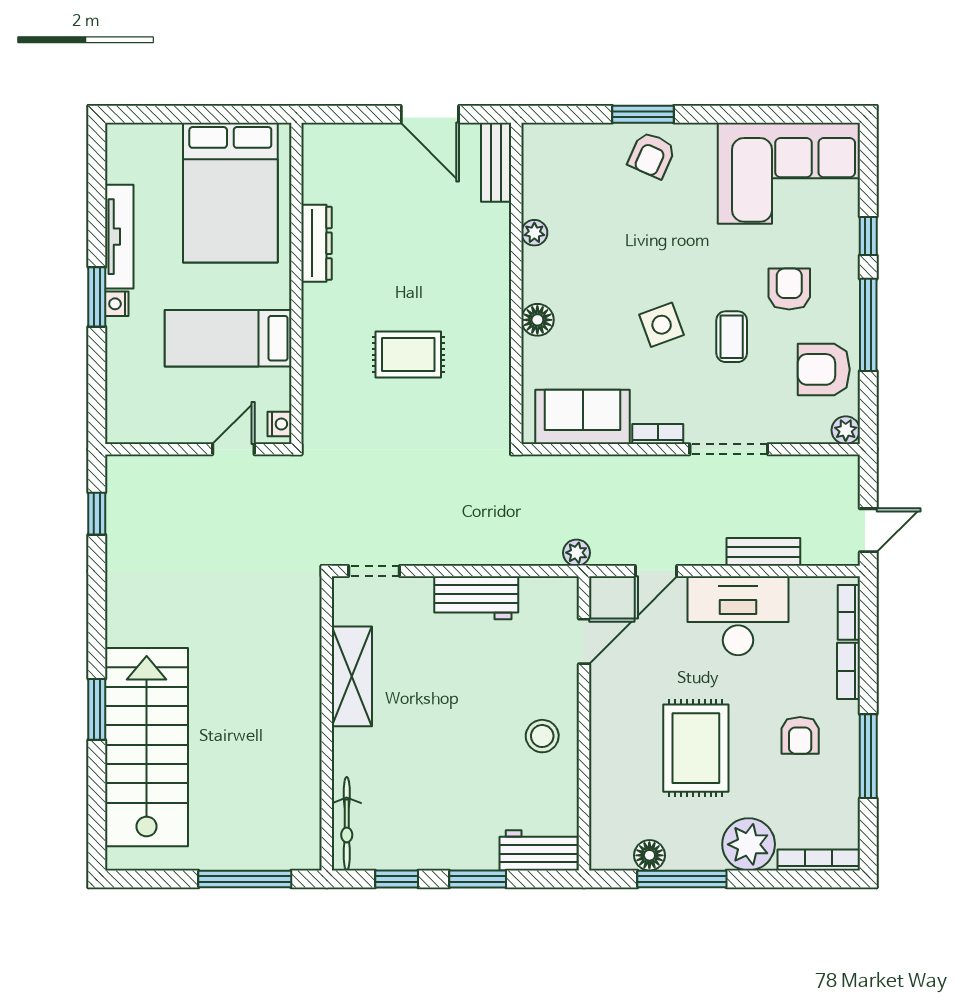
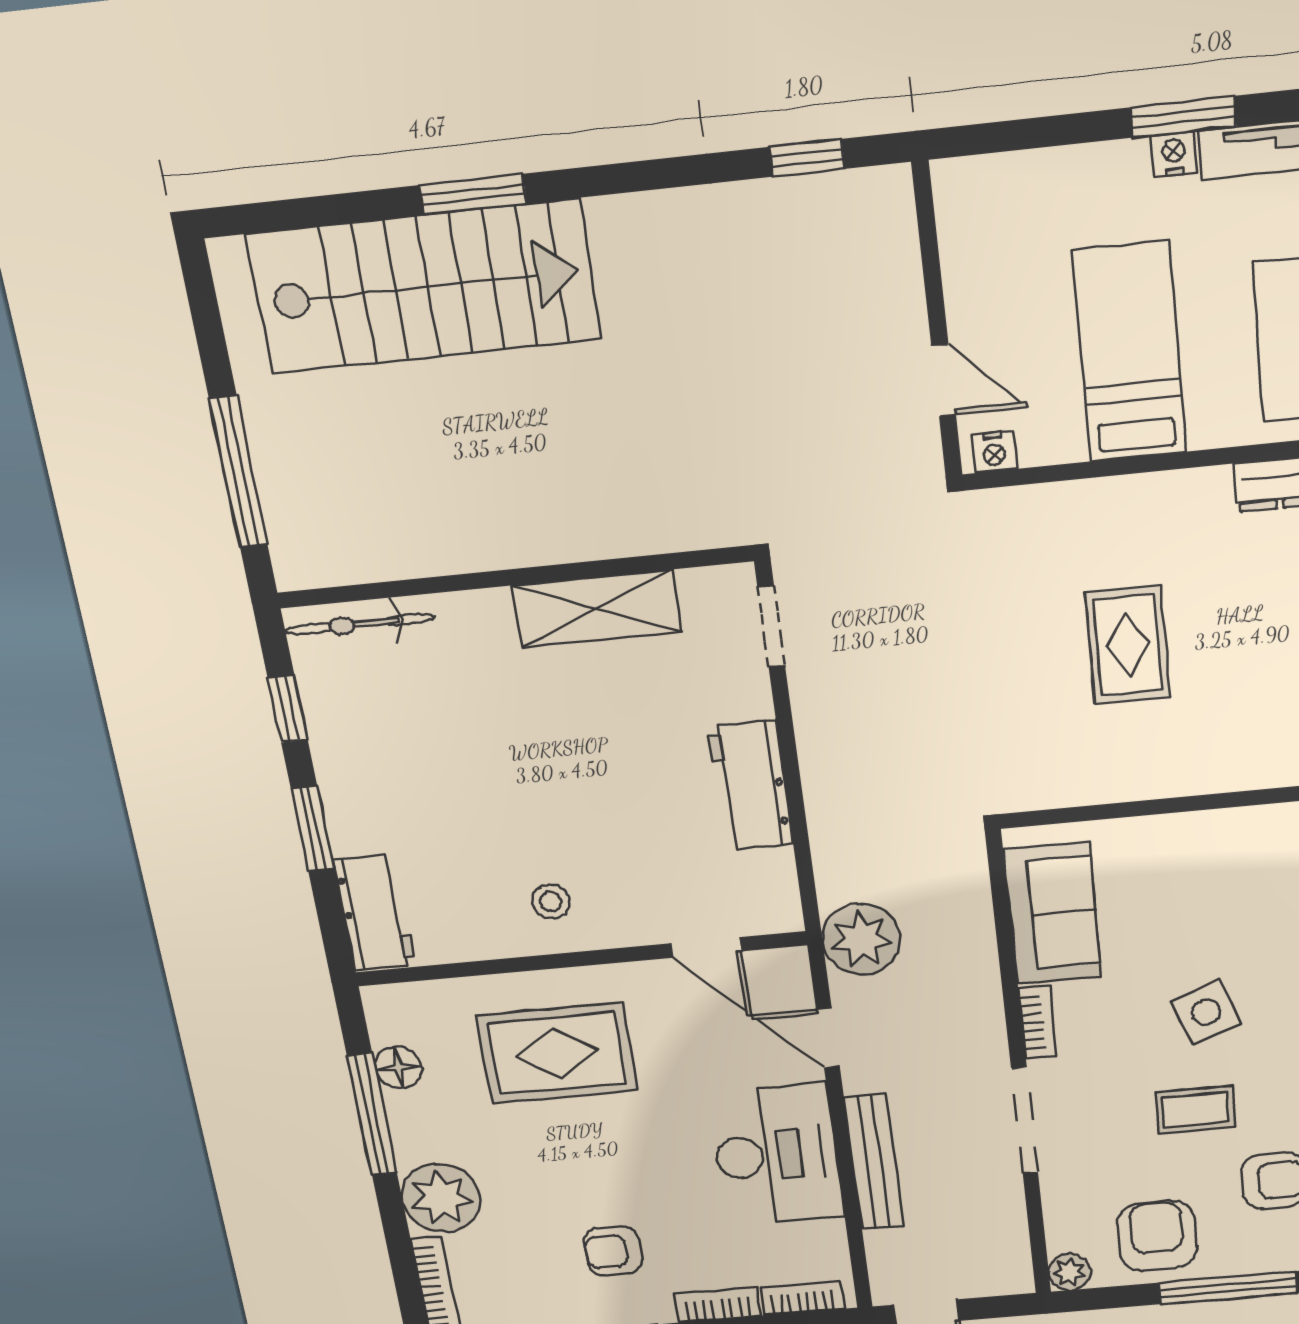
floor lamp: (537, 320) -> (1199, 834), removed
bench: (763, 552) -> (874, 1163), width x1.36
plant: (577, 553) -> (861, 939), width x1.87, depth x1.87
stool: (542, 736) -> (551, 901), width x0.73, depth x0.73
rug: (696, 748) -> (557, 1053), moved

